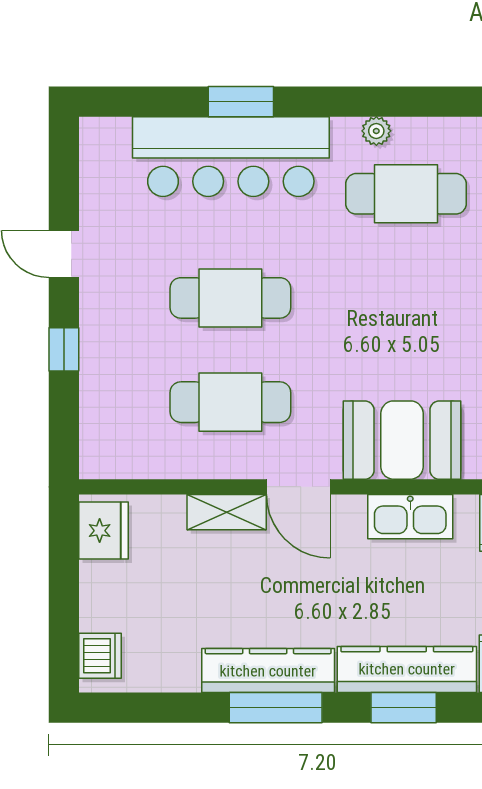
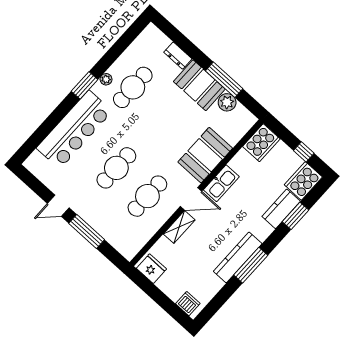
window: (241, 102) -> (84, 85), moved
window: (64, 349) -> (87, 231), width x2.17
kitchen sink: (410, 517) -> (221, 183), moved
kitchen counter: (407, 669) -> (281, 209), width x0.67
window: (404, 708) -> (296, 216), moved

